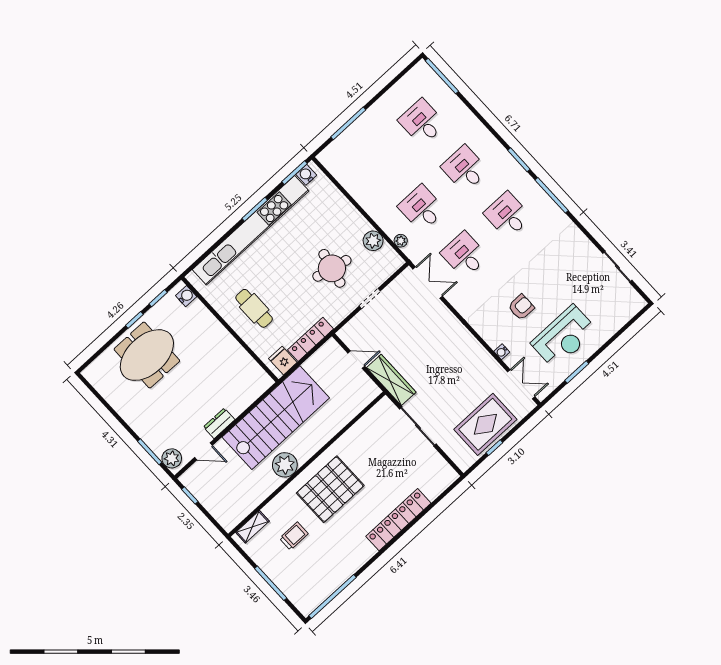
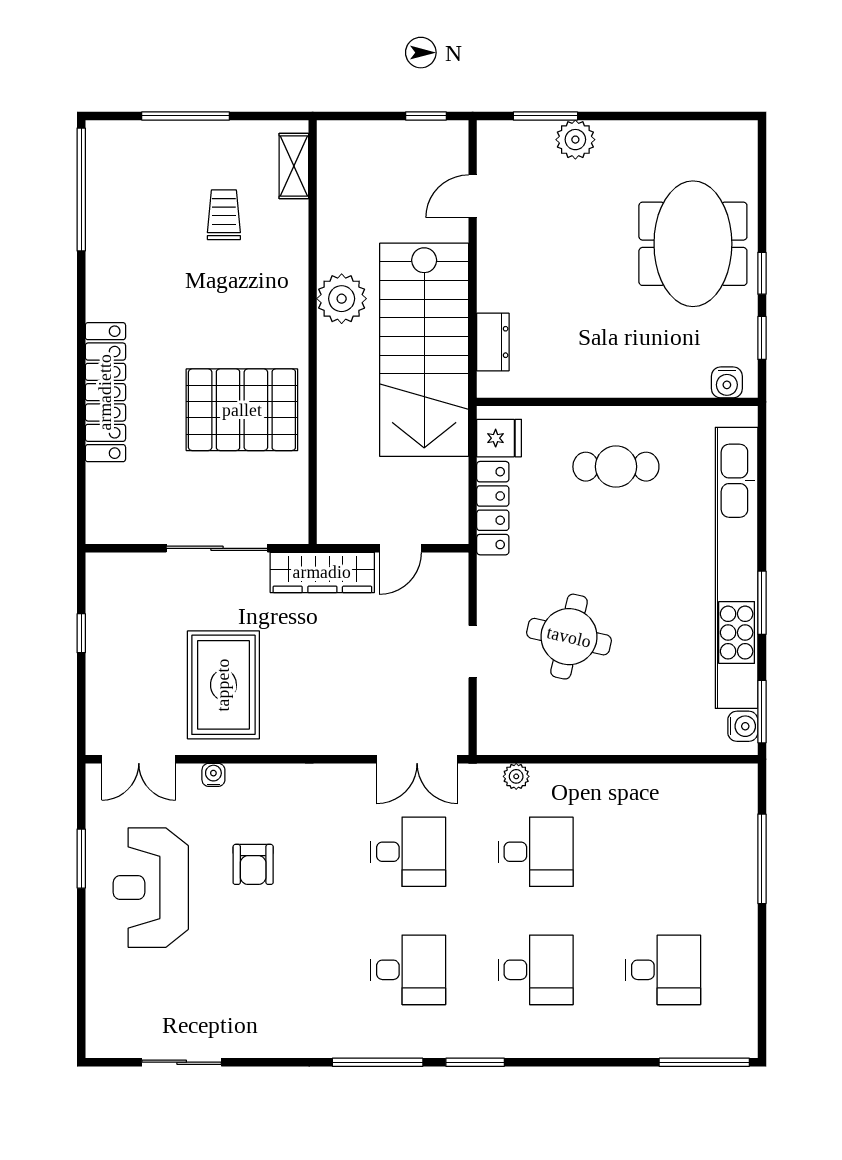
plant: (373, 241) -> (554, 735), removed
dresser: (219, 423) -> (493, 342), moved
rug: (485, 424) -> (223, 685), moved
plant: (172, 458) -> (575, 140), moved
pallet: (330, 489) -> (242, 410), moved, turned 90
trolley: (294, 536) -> (224, 215), turned 180

